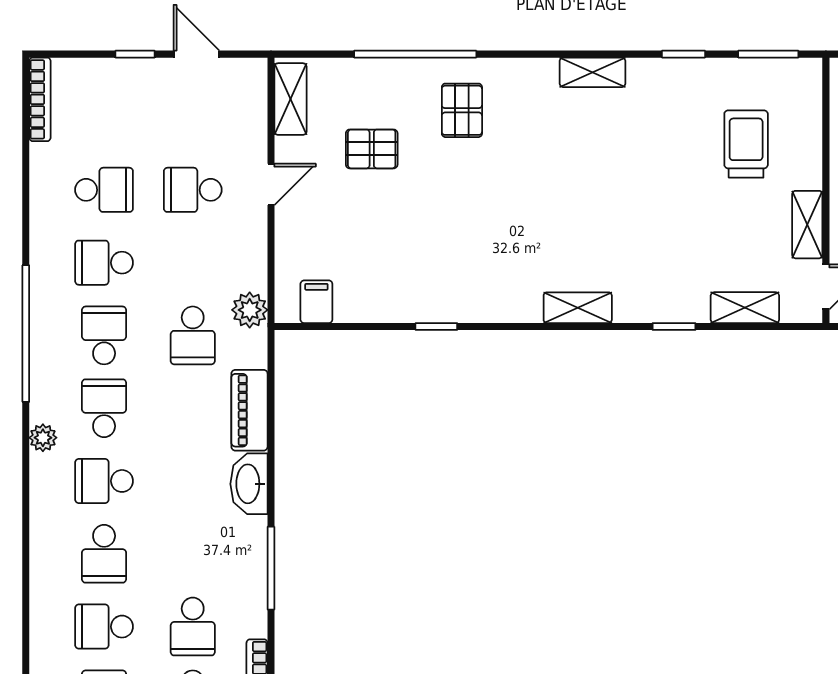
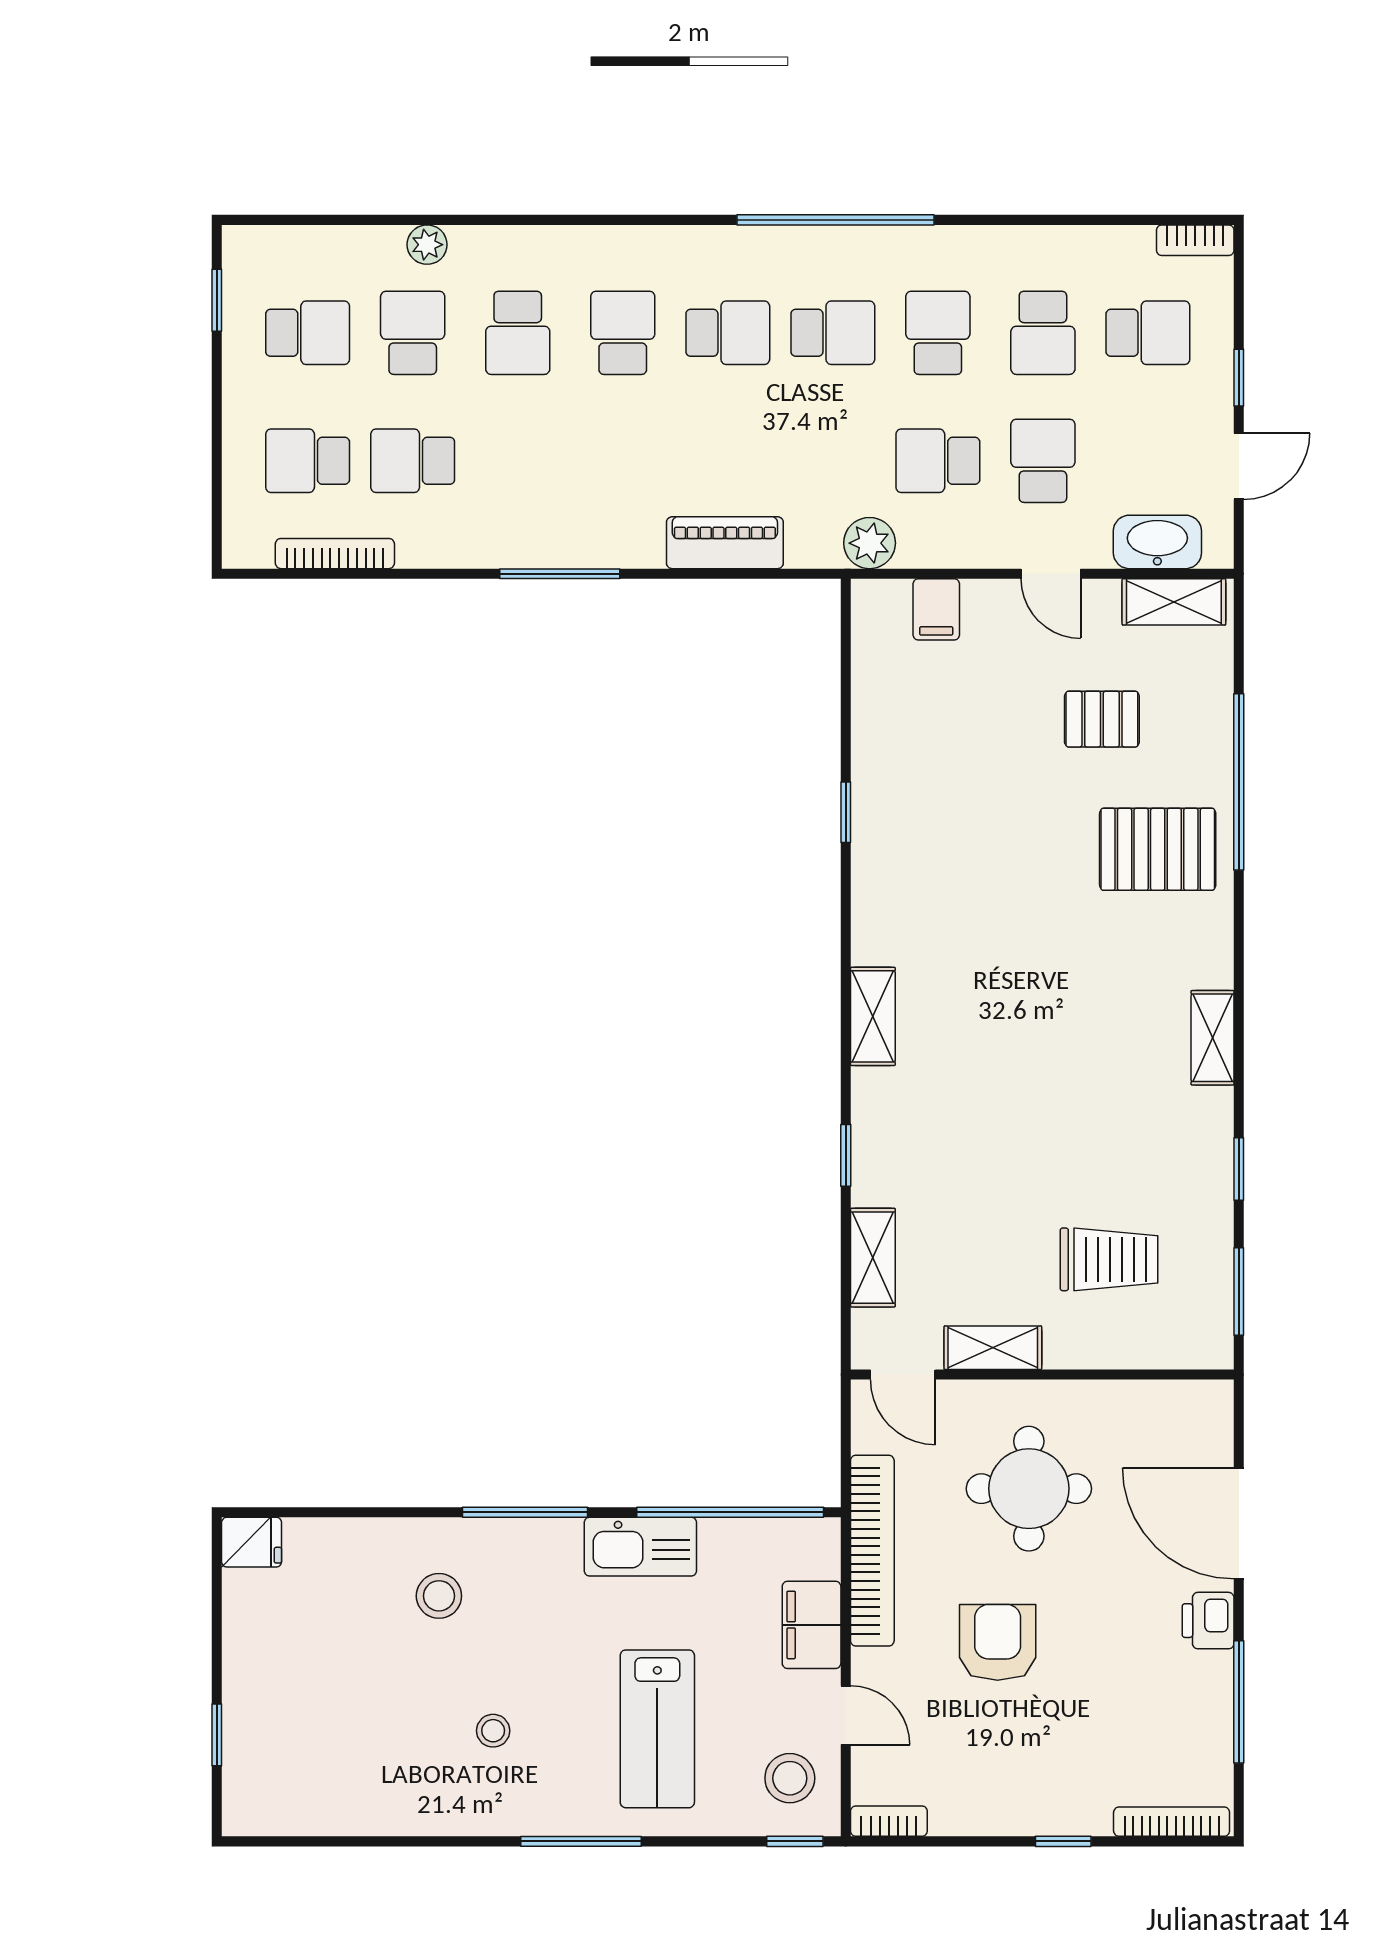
bookcase: (40, 99) -> (1195, 240), width x0.64
pallet: (462, 110) -> (1158, 849), width x1.50, depth x1.42
school desk: (104, 117) -> (1148, 333), added
pallet: (372, 149) -> (1102, 719), turned 90
filing cabinet: (316, 302) -> (936, 609), moved, turned 90
school desk: (193, 335) -> (938, 461), moved
plant: (43, 438) -> (427, 245), moved
washbasin: (249, 484) -> (1157, 542), moved
school desk: (104, 554) -> (518, 333), turned -90
window: (271, 568) -> (560, 574), moved

